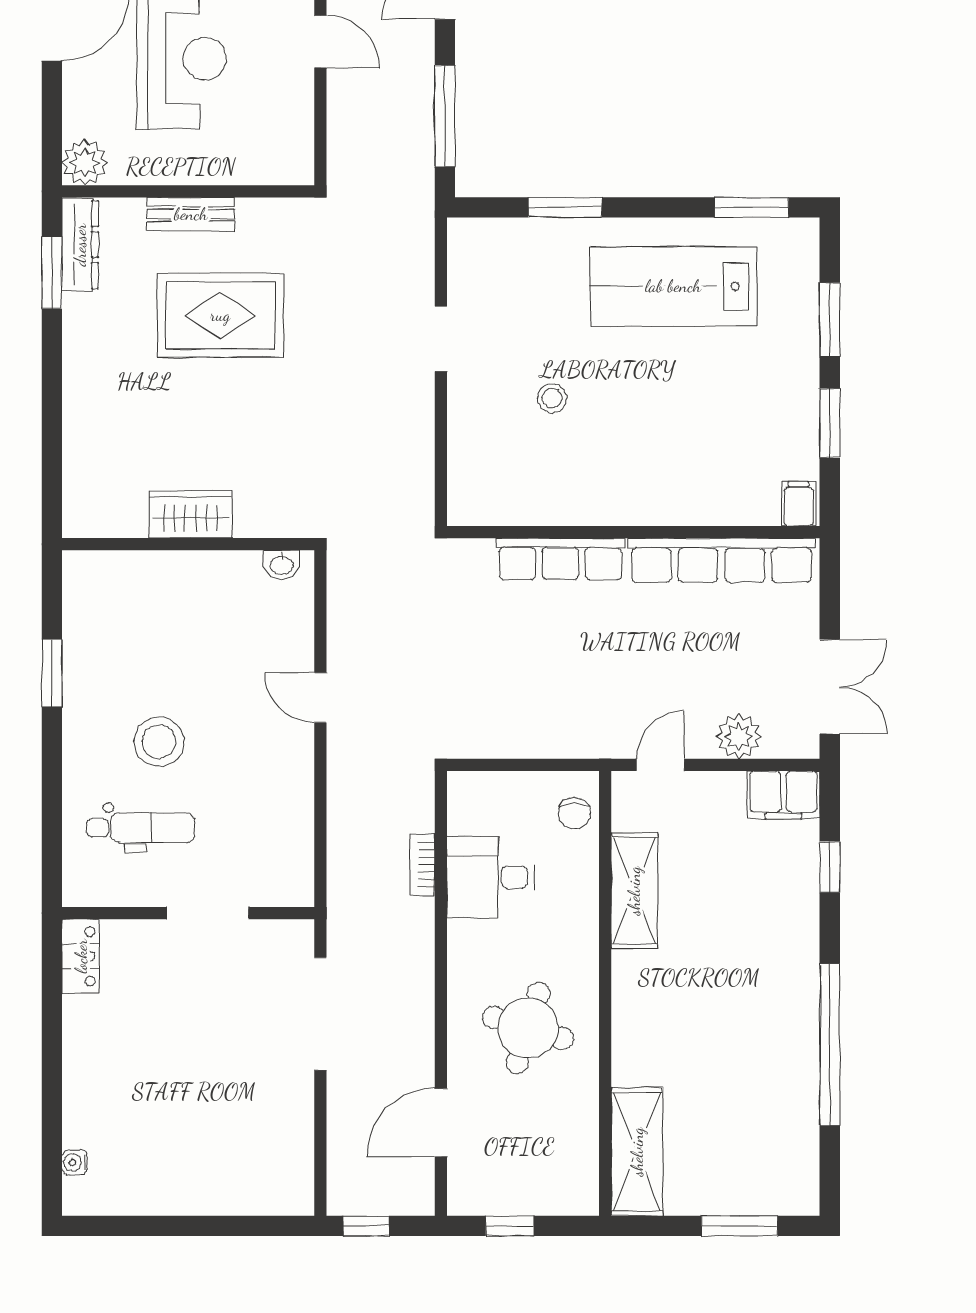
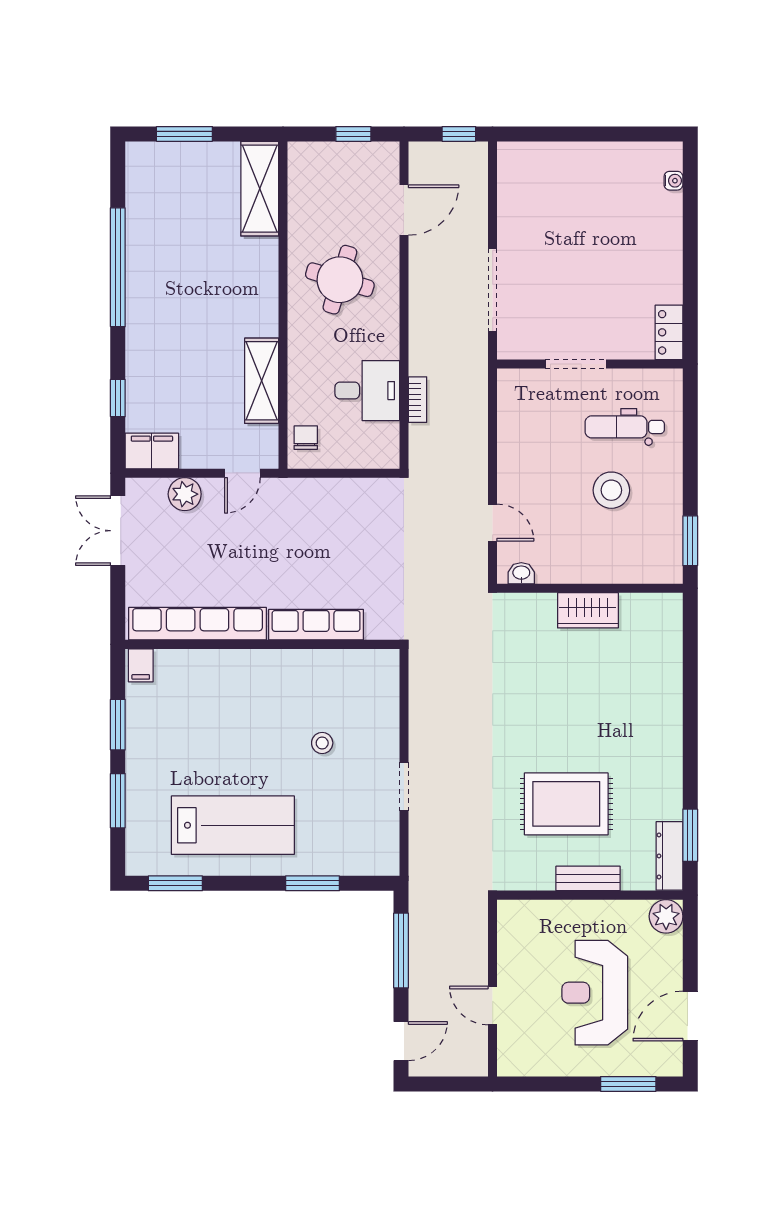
wardrobe: (191, 514) -> (588, 610), moved
wall: (188, 544) -> (590, 588), moved
washbasin: (281, 565) -> (521, 573), moved

